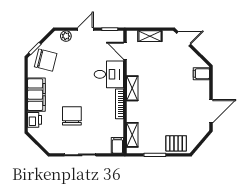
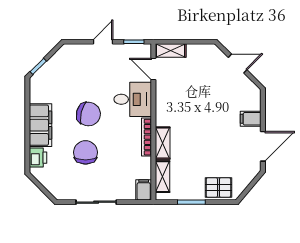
plant: (66, 36) -> (78, 50), removed
shelving: (150, 36) -> (171, 51), moved
door: (184, 39) -> (238, 64), moved
chair: (46, 60) -> (88, 114), moved
filing cabinet: (201, 74) -> (251, 119), moved
shelving: (132, 88) -> (163, 143), moved

